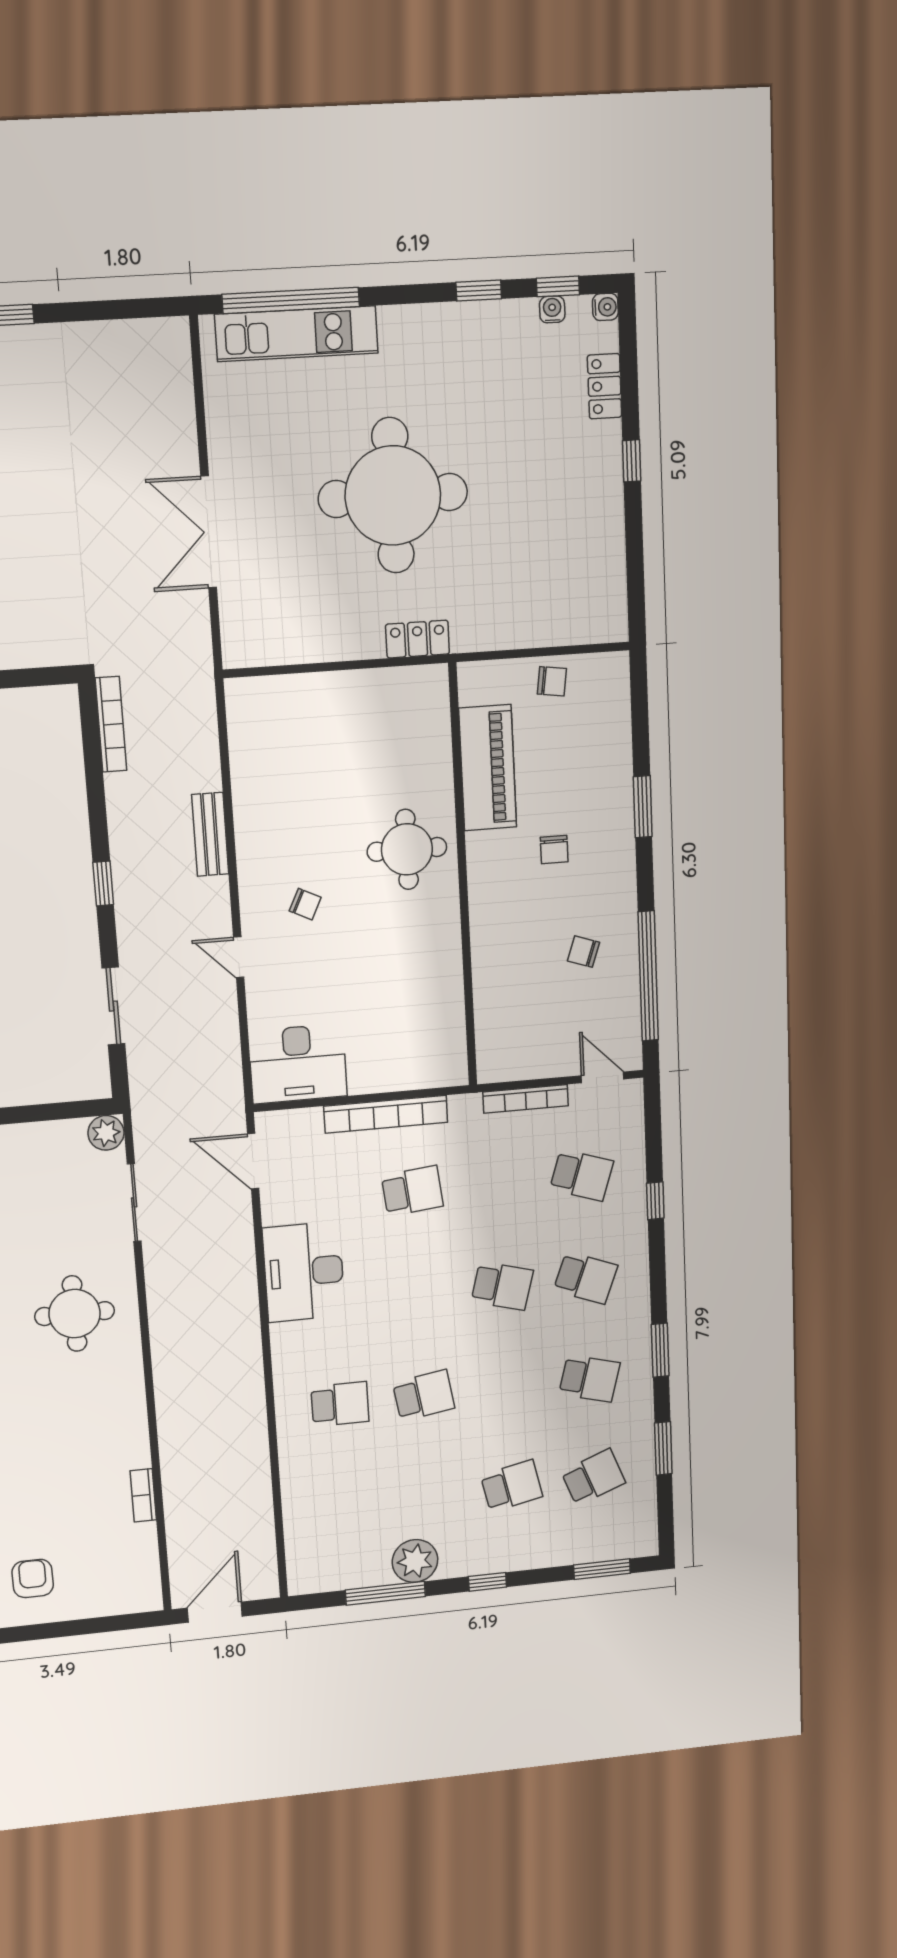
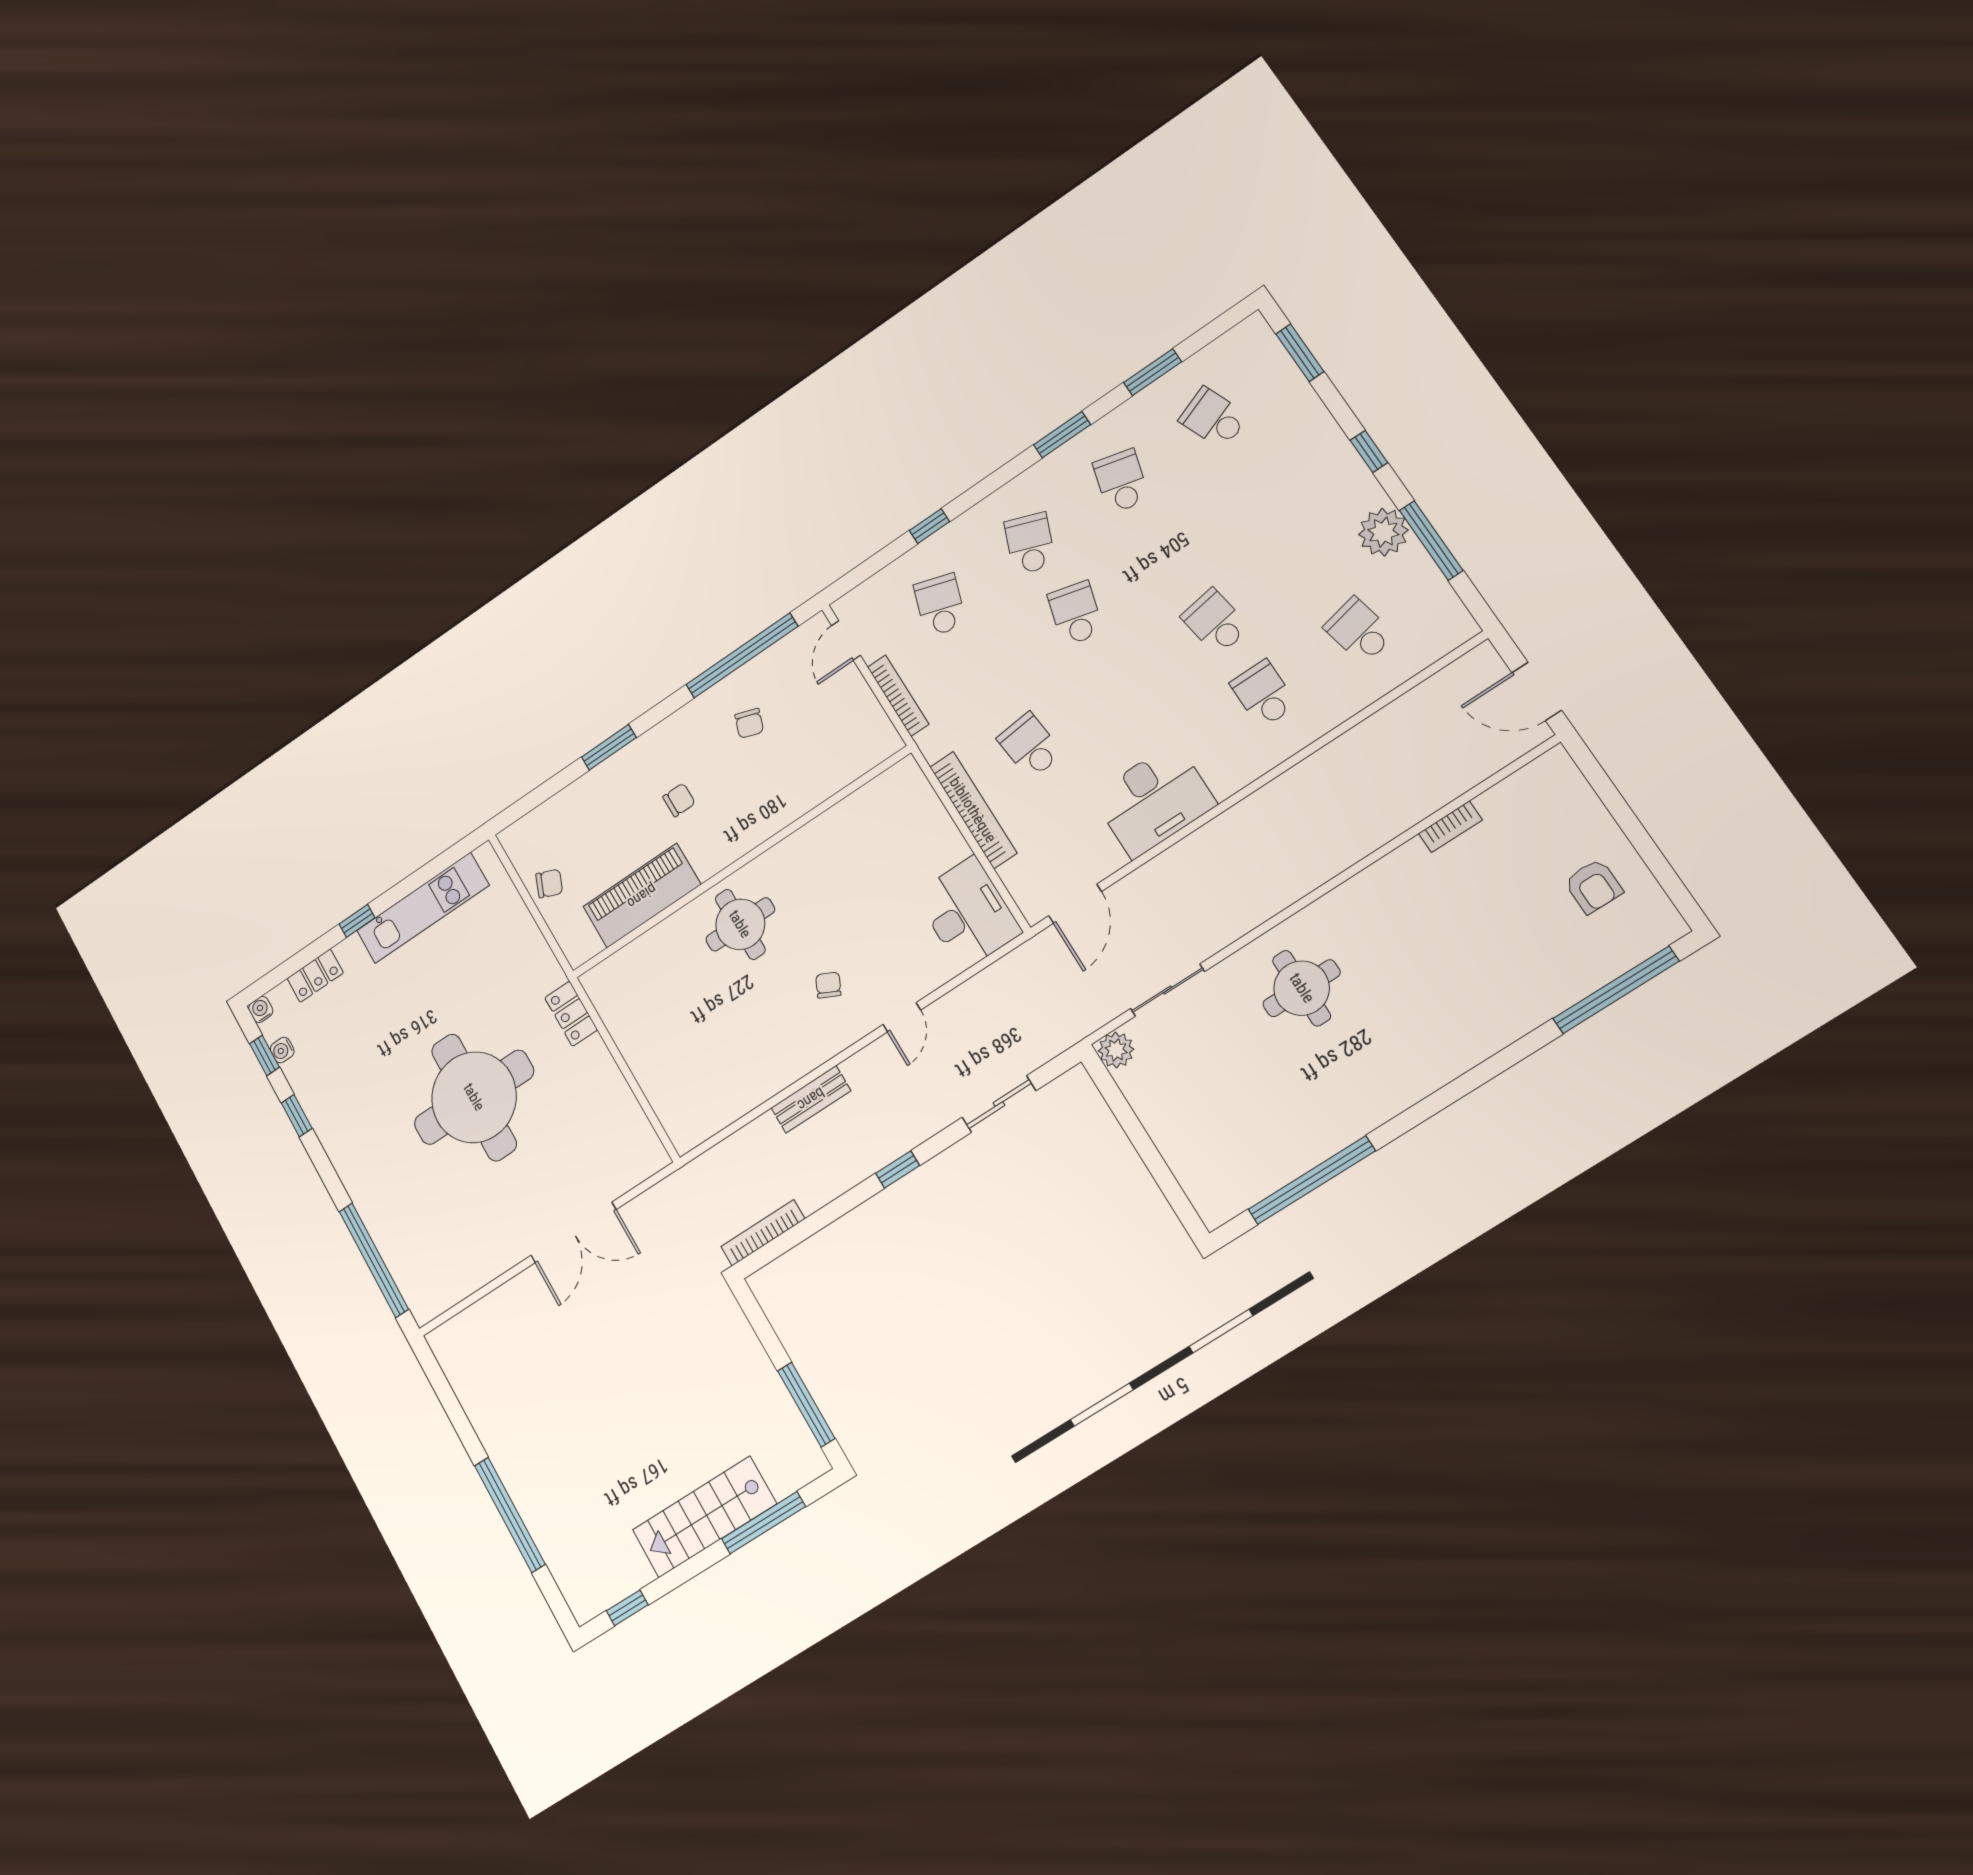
kitchen unit: (297, 334) -> (423, 908), moved, turned 90
chair: (552, 681) -> (549, 884), turned 104
school desk: (512, 1486) -> (1359, 631), moved
armchair: (33, 1578) -> (1593, 886), turned -90

